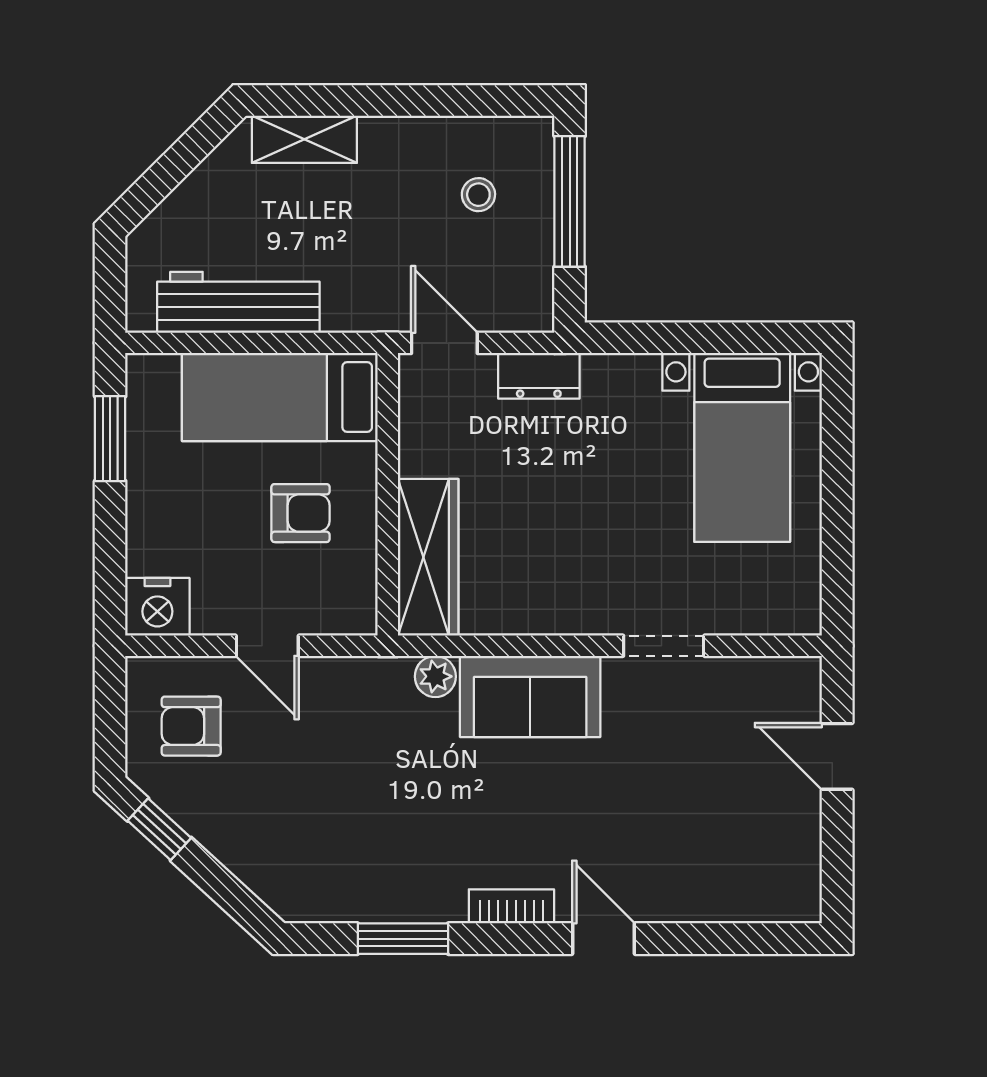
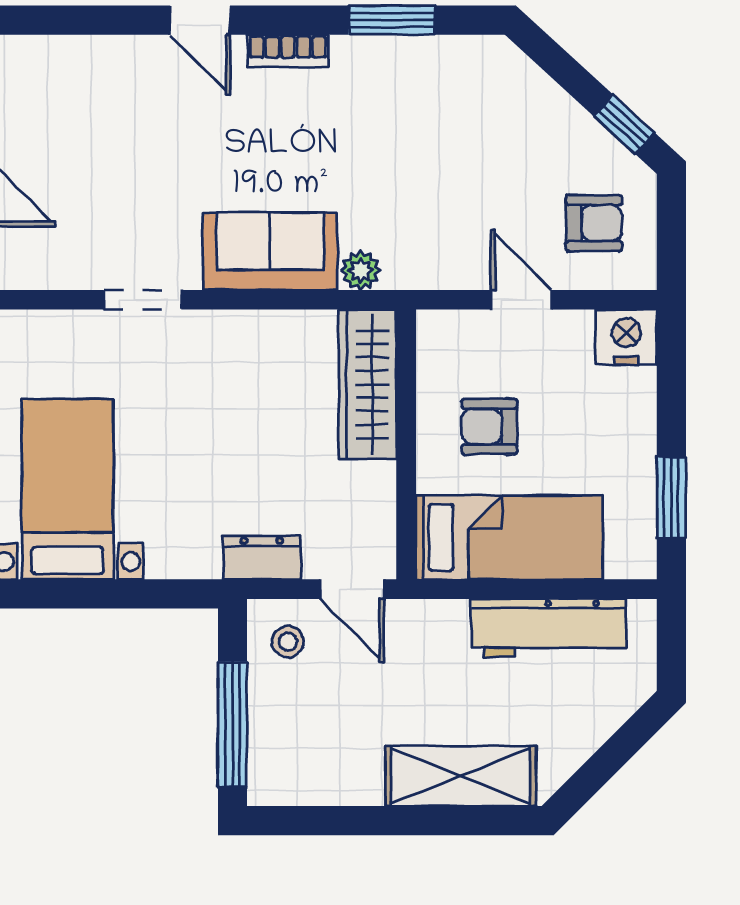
shelving: (304, 139) -> (461, 776), width x1.50, depth x1.33
stool: (478, 195) -> (288, 642), moved

